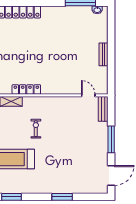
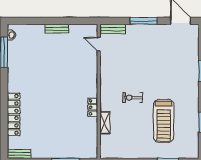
locker: (26, 89) -> (93, 107), width x0.66
door: (88, 95) -> (99, 44), hinge flipped

